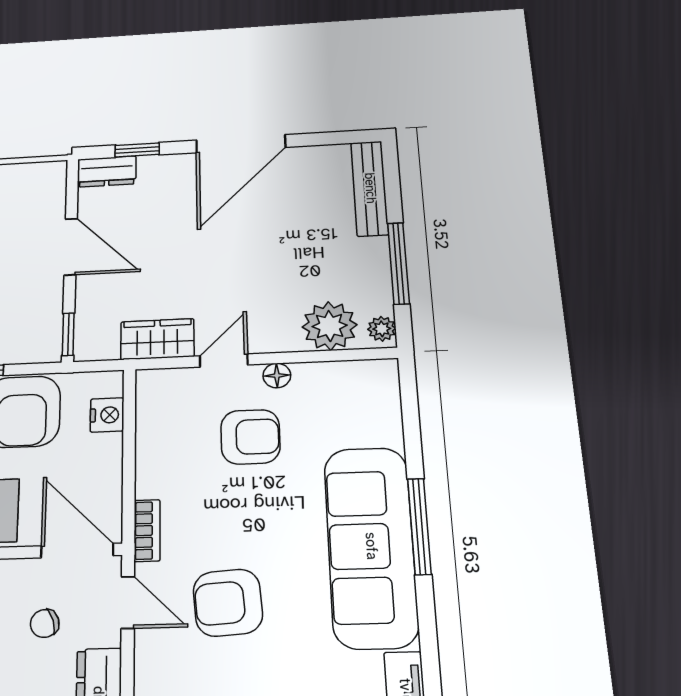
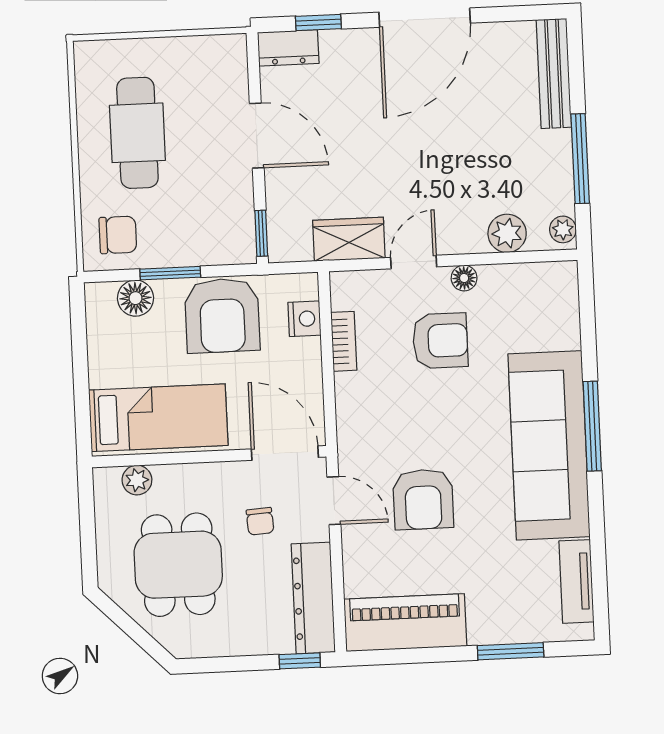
plant: (330, 326) -> (507, 233), width x0.73, depth x0.73
bookcase: (147, 530) -> (344, 341), moved
armchair: (228, 603) -> (423, 499), turned -86
chair: (45, 623) -> (260, 521), turned -77

